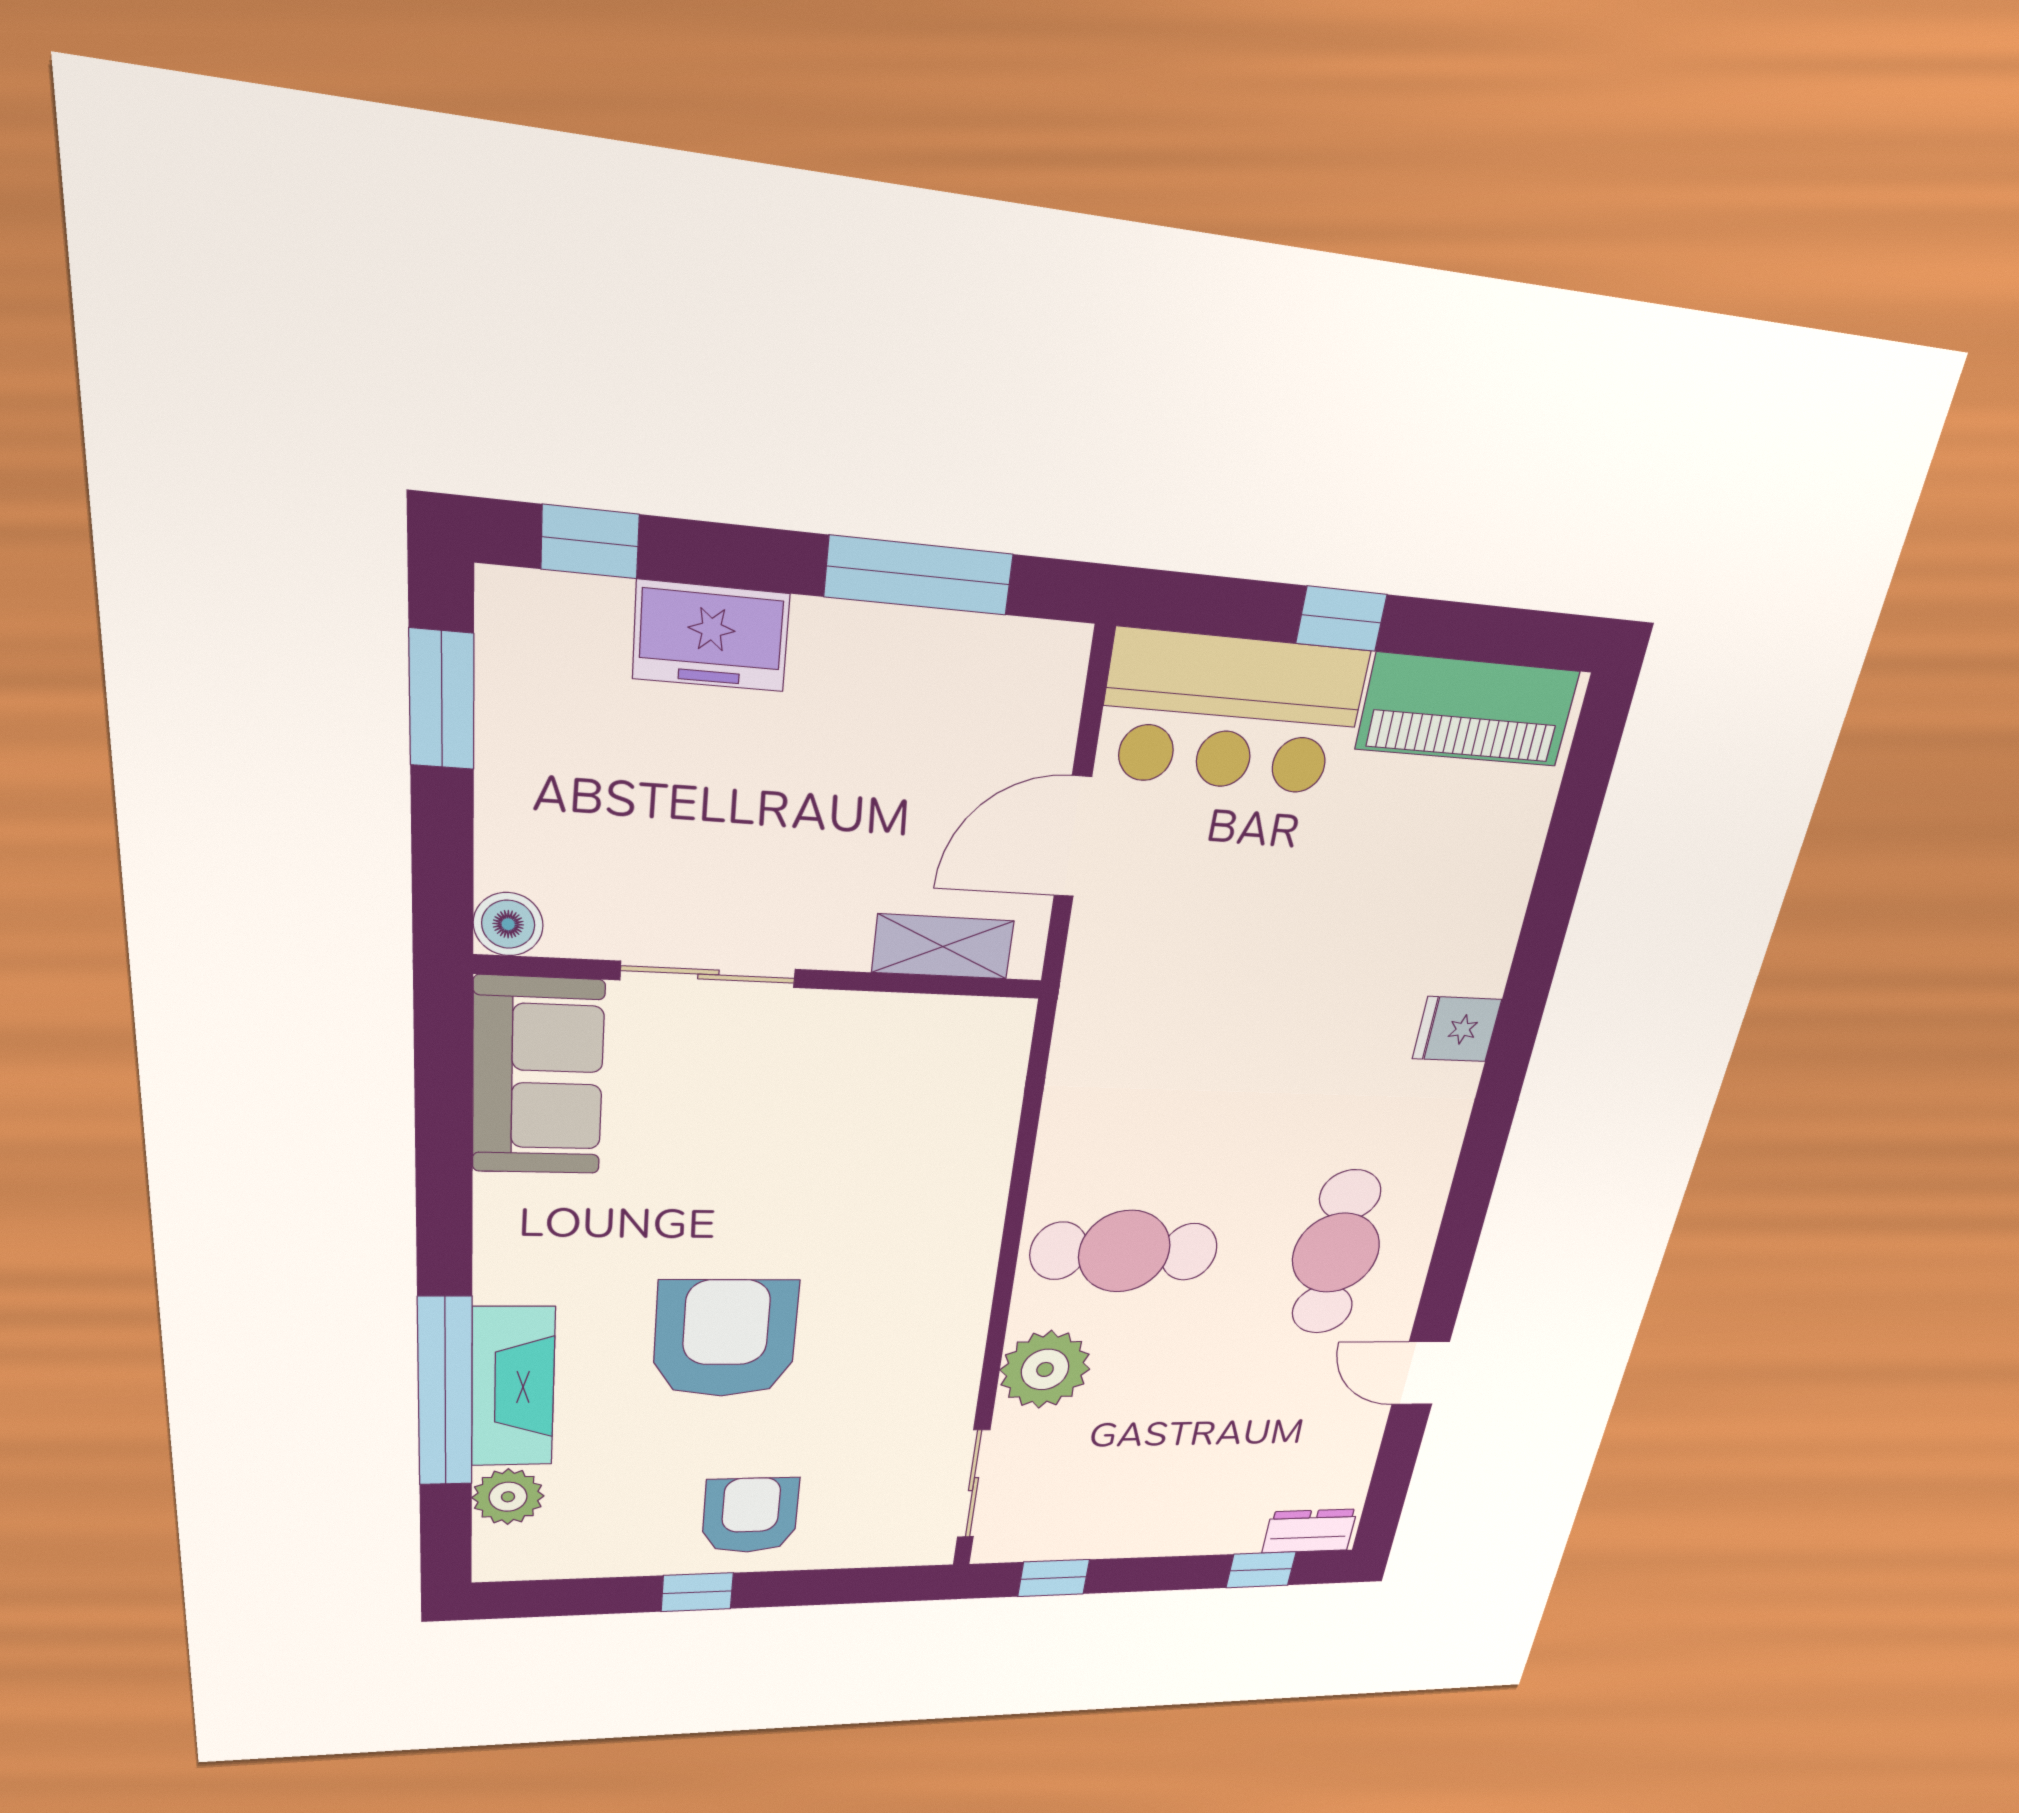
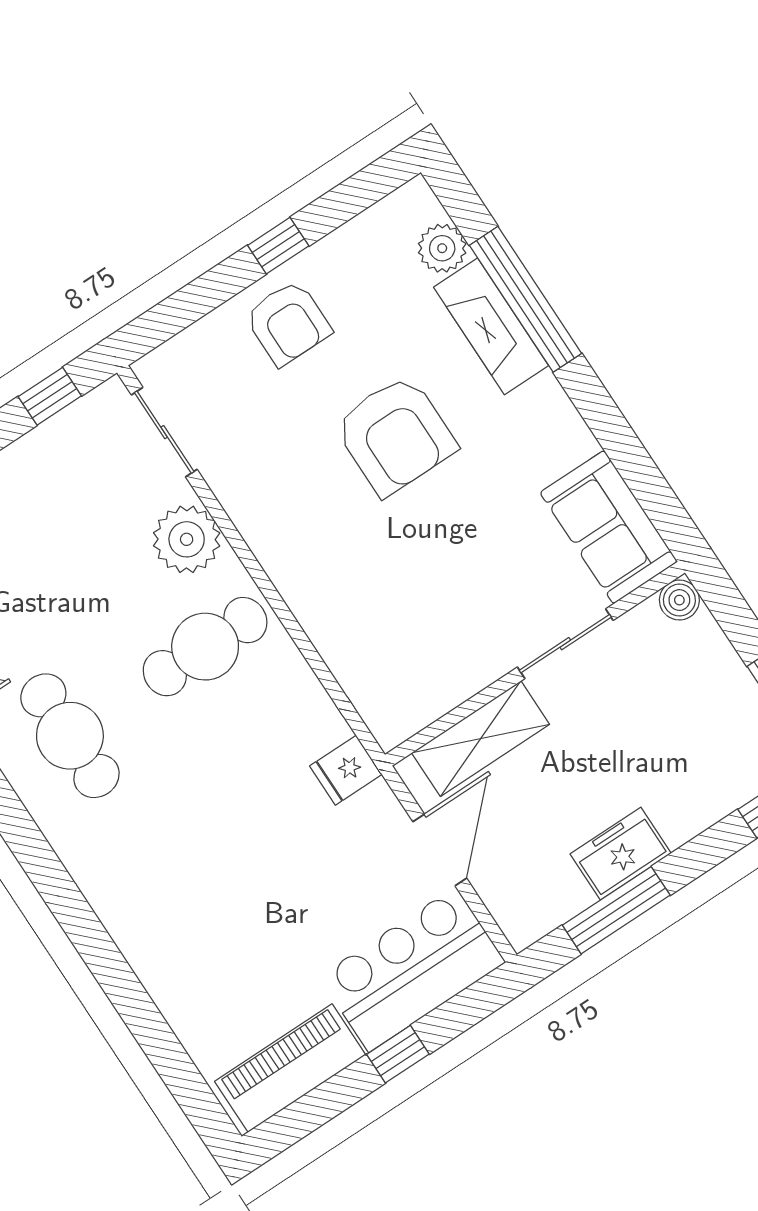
freezer: (711, 636) -> (621, 854), moved
shelving: (943, 947) -> (481, 739), width x1.50, depth x1.33
fridge: (1457, 1029) -> (346, 770), moved, turned 180

